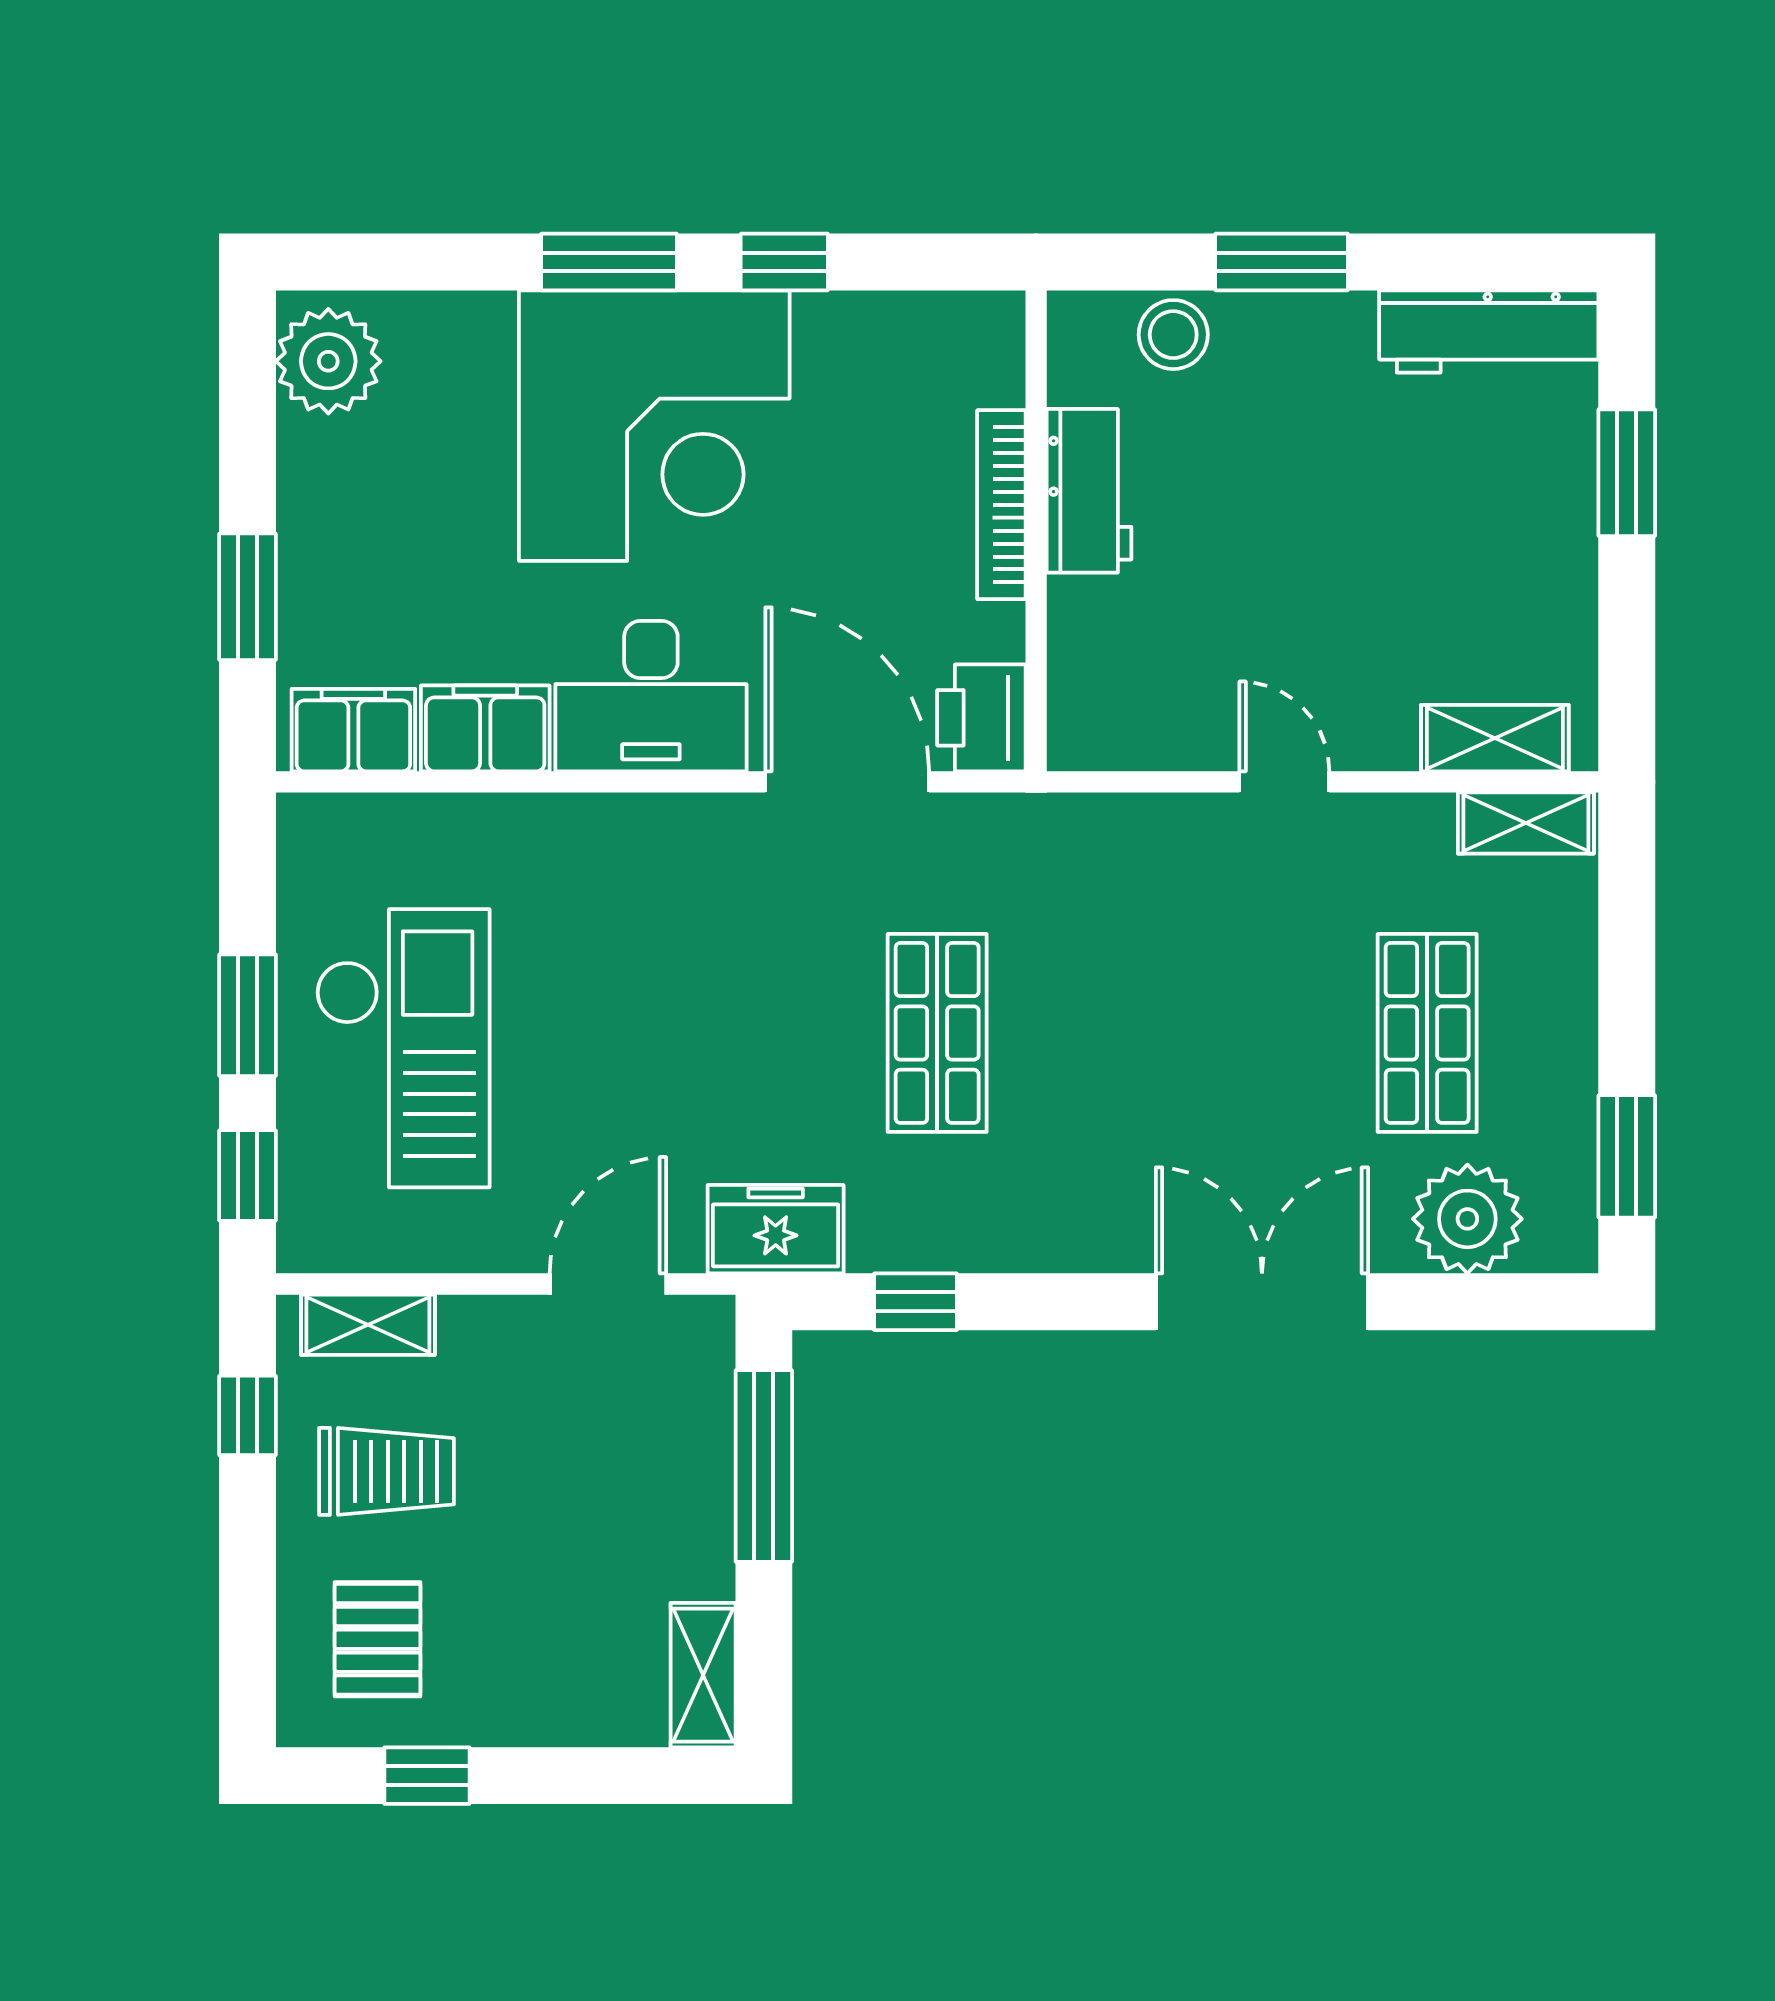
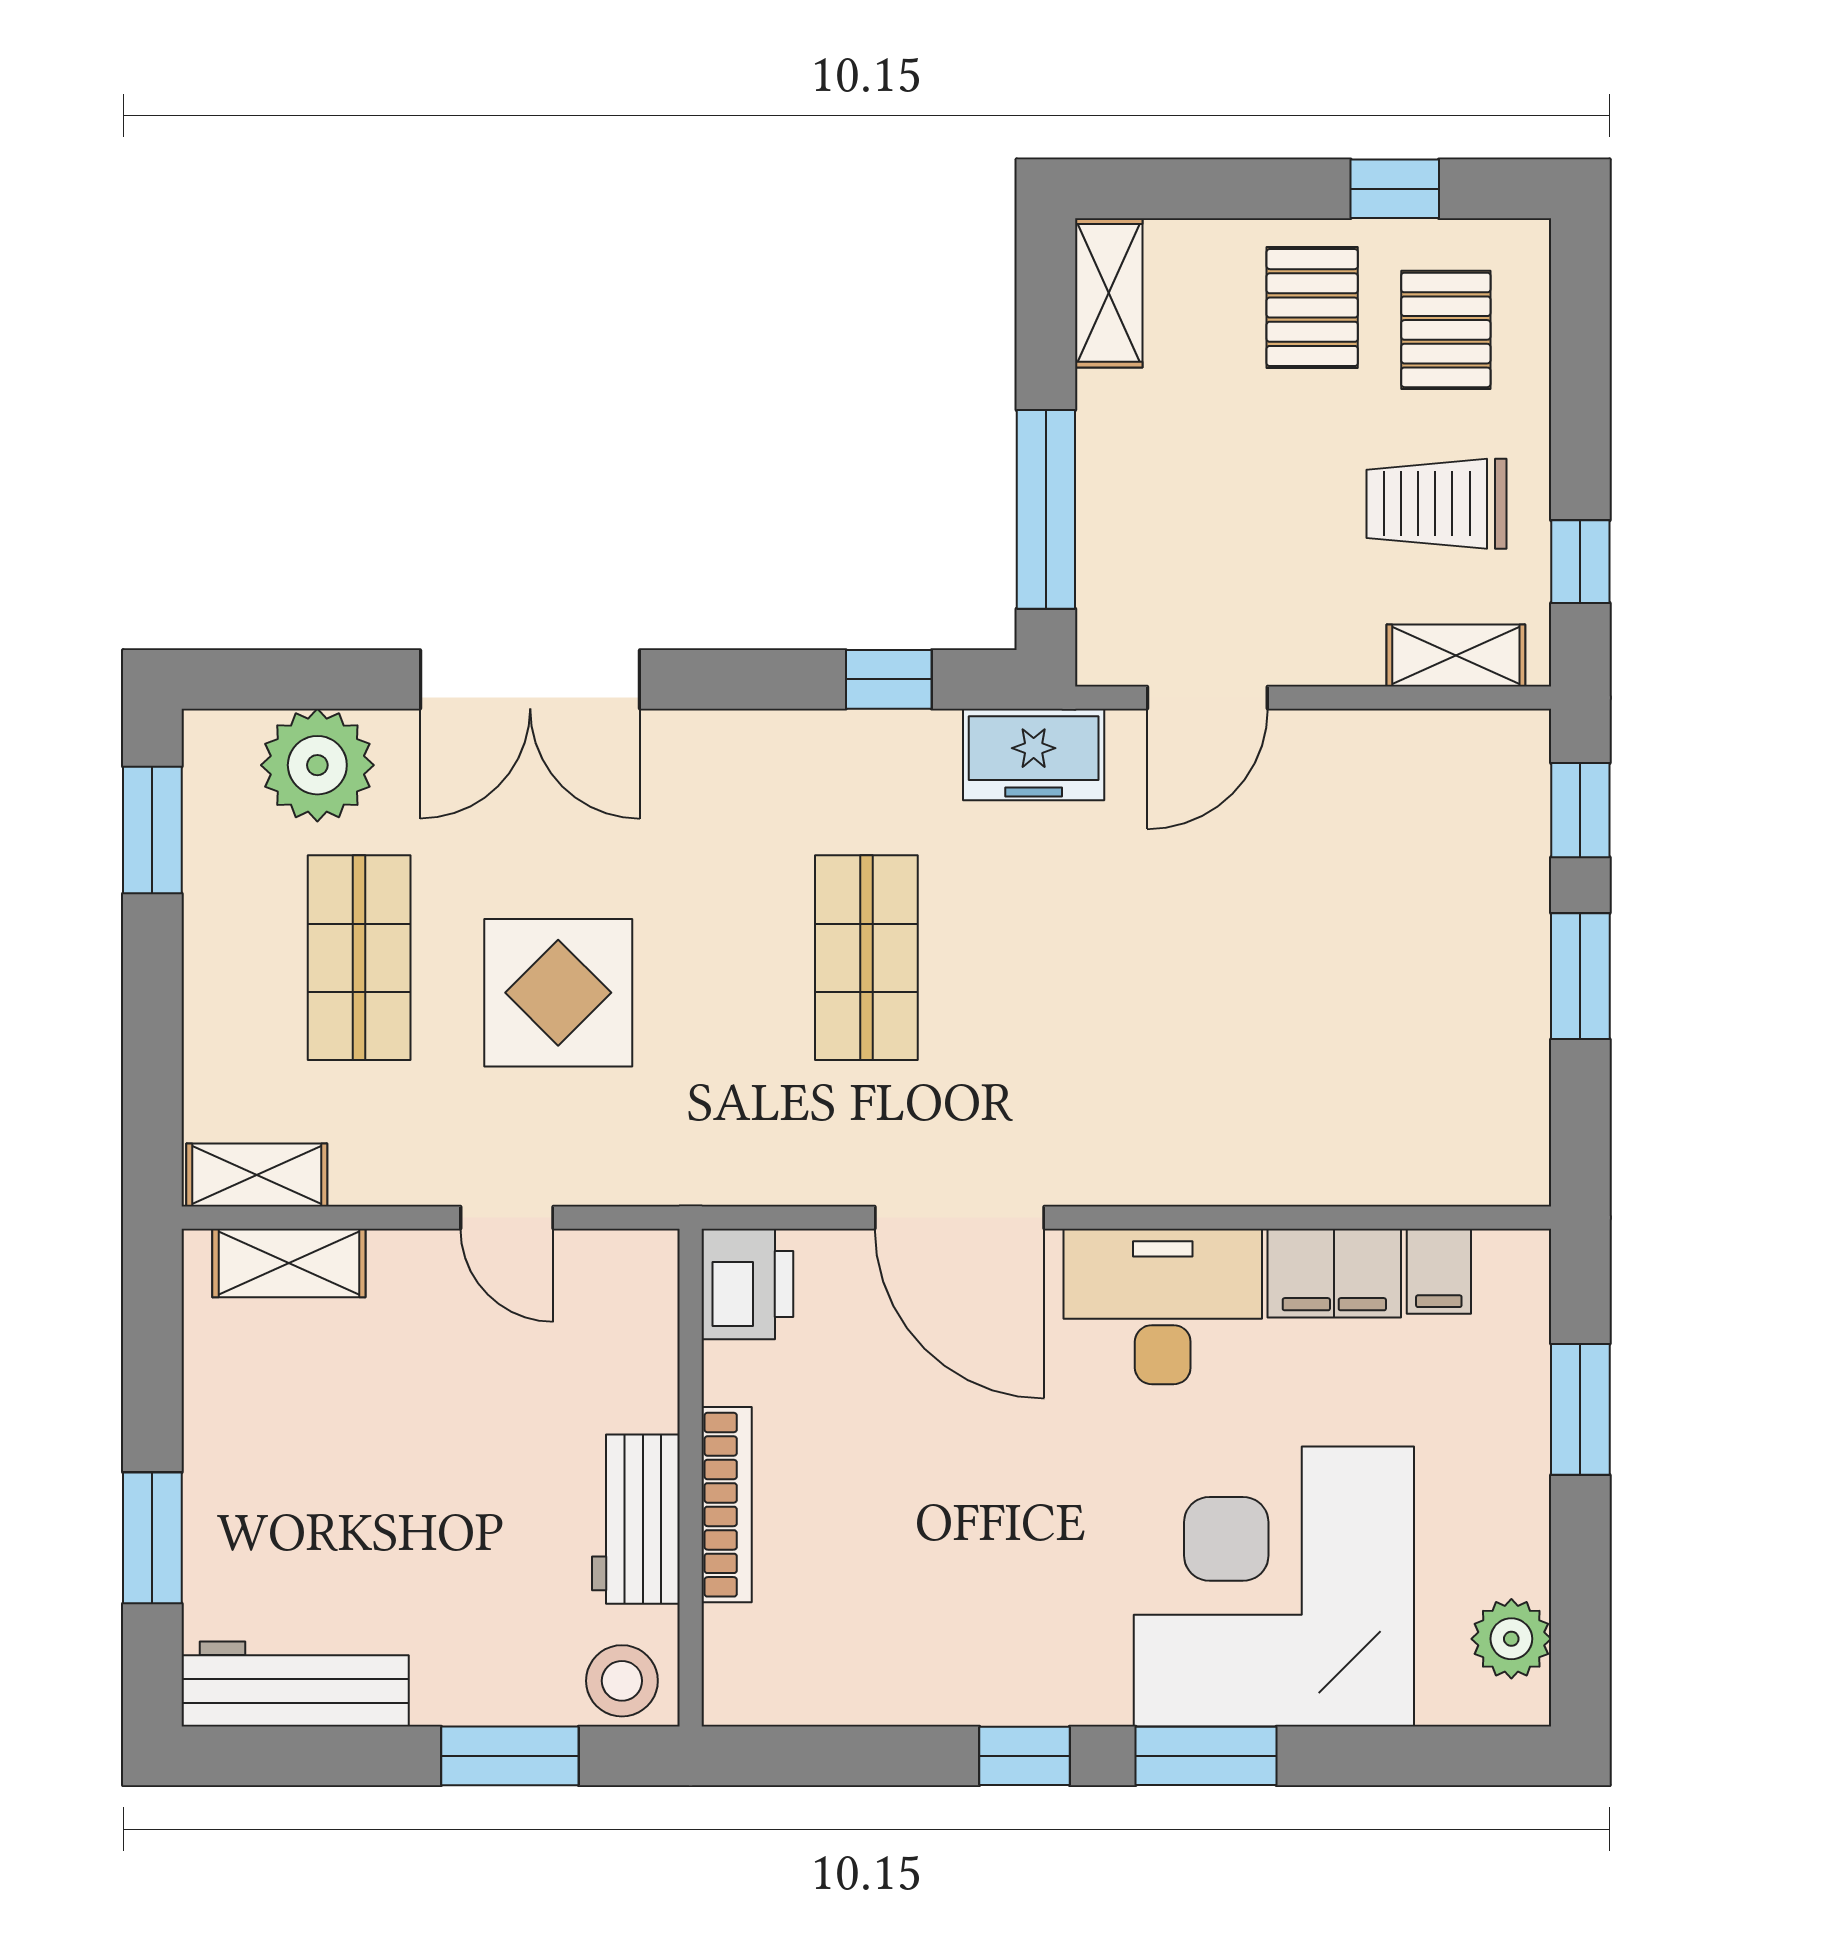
plant: (328, 361) -> (1511, 1639), width x0.73, depth x0.73
corner desk: (654, 426) -> (1274, 1587), moved
workbench: (1089, 491) -> (636, 1519), moved
bookcase: (1001, 505) -> (727, 1505), moved
wall: (1036, 531) -> (691, 1478), moved
printer: (981, 718) -> (747, 1284), moved
filing cabinet: (353, 730) -> (1439, 1271), width x0.50
display table: (1235, 999) -> (558, 993), added
checkout: (403, 1048) -> (1420, 942), removed
pallet: (507, 1661) -> (1312, 308), added

